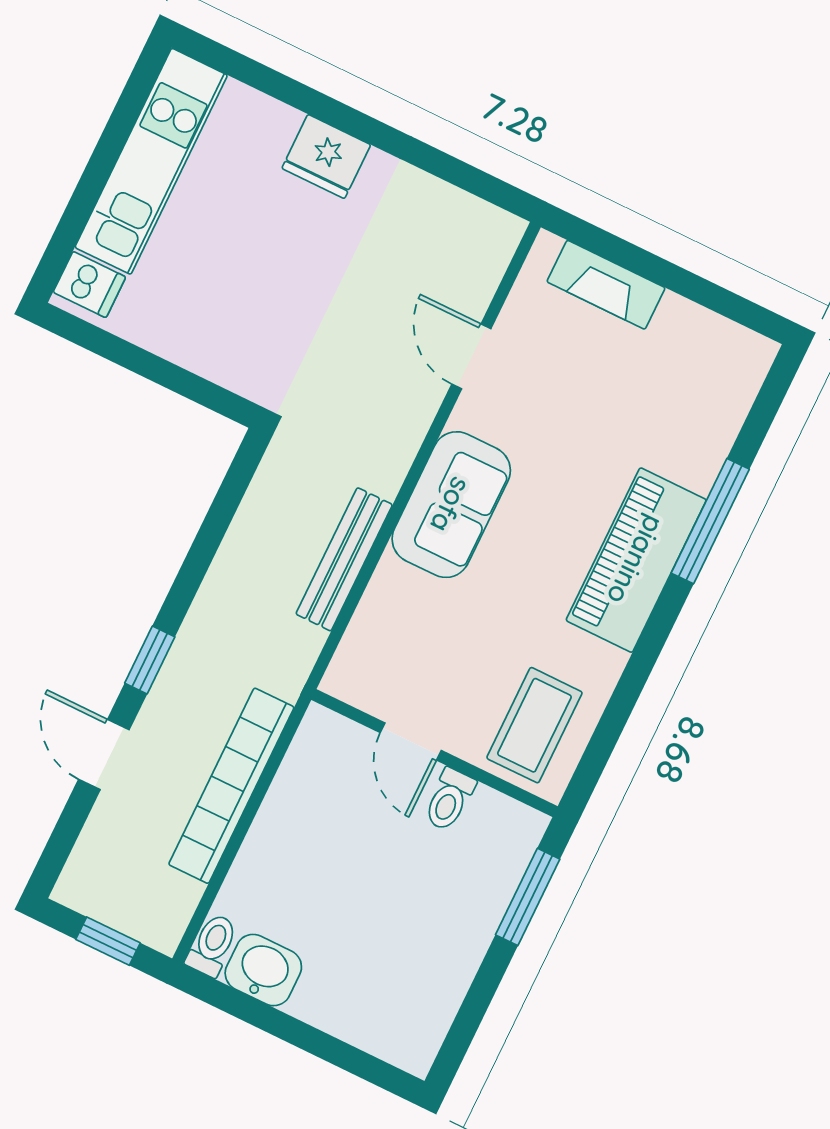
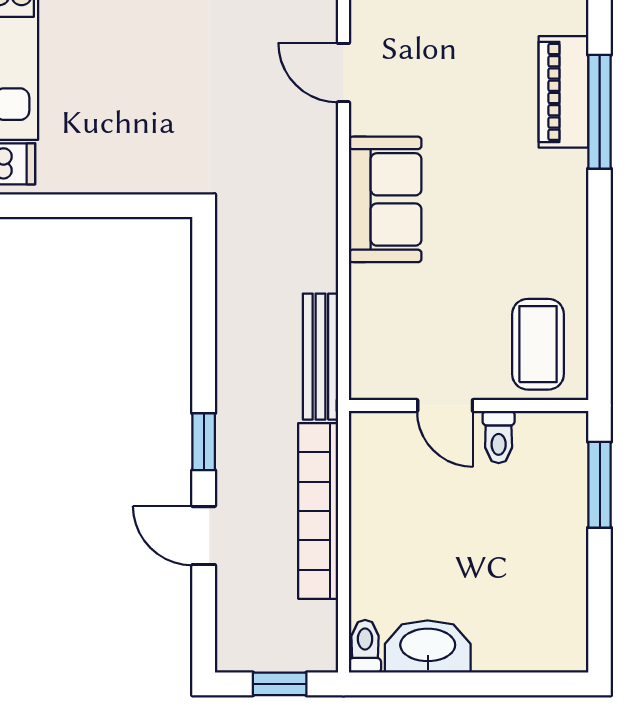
bench: (344, 559) -> (320, 357), moved
piano: (636, 560) -> (563, 92), moved, width x0.73, depth x0.75
washbasin: (263, 970) -> (428, 646), width x1.38

